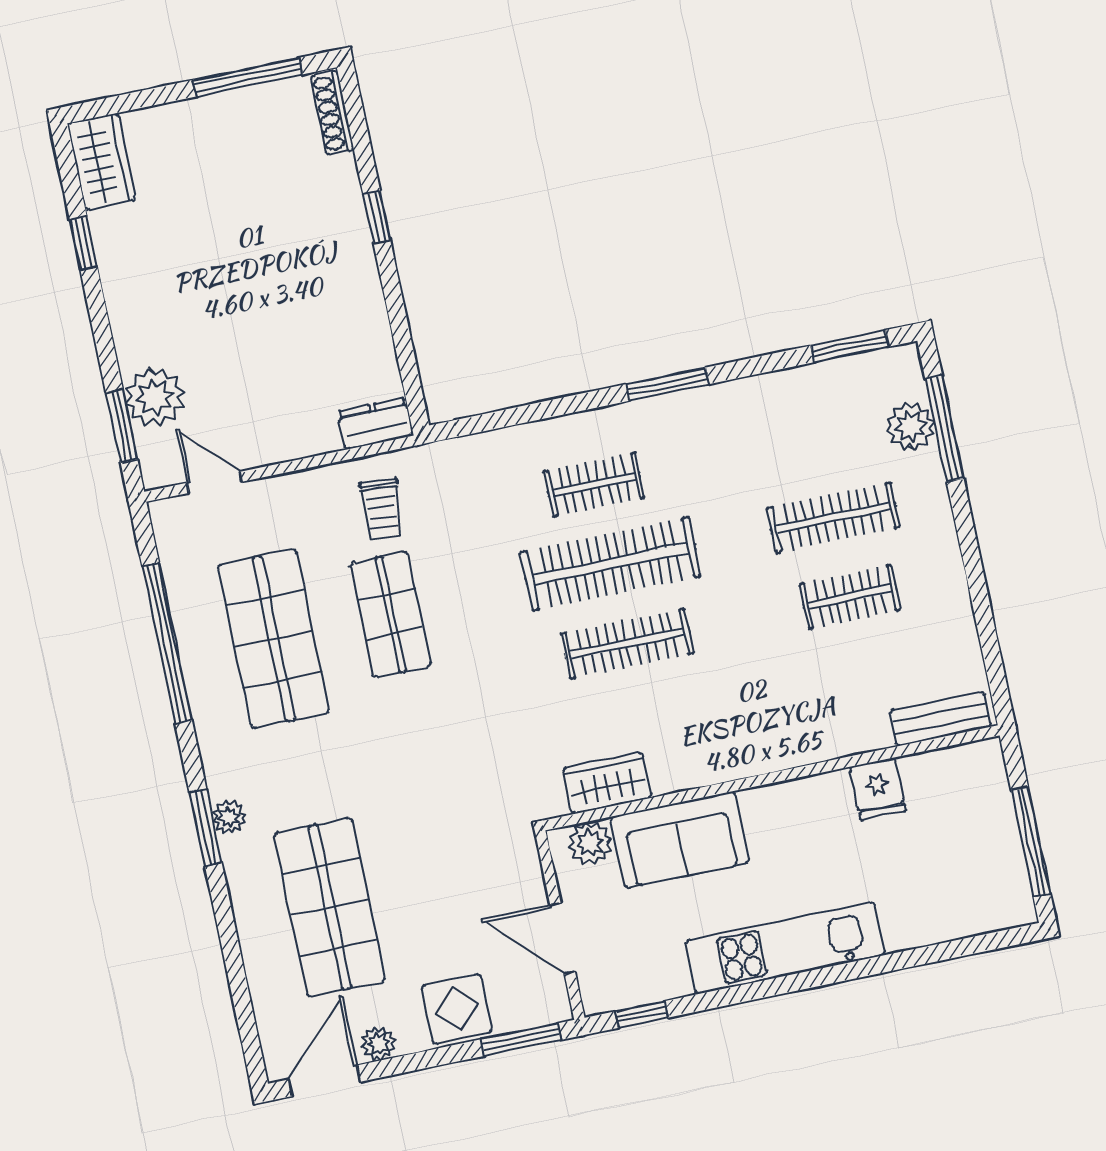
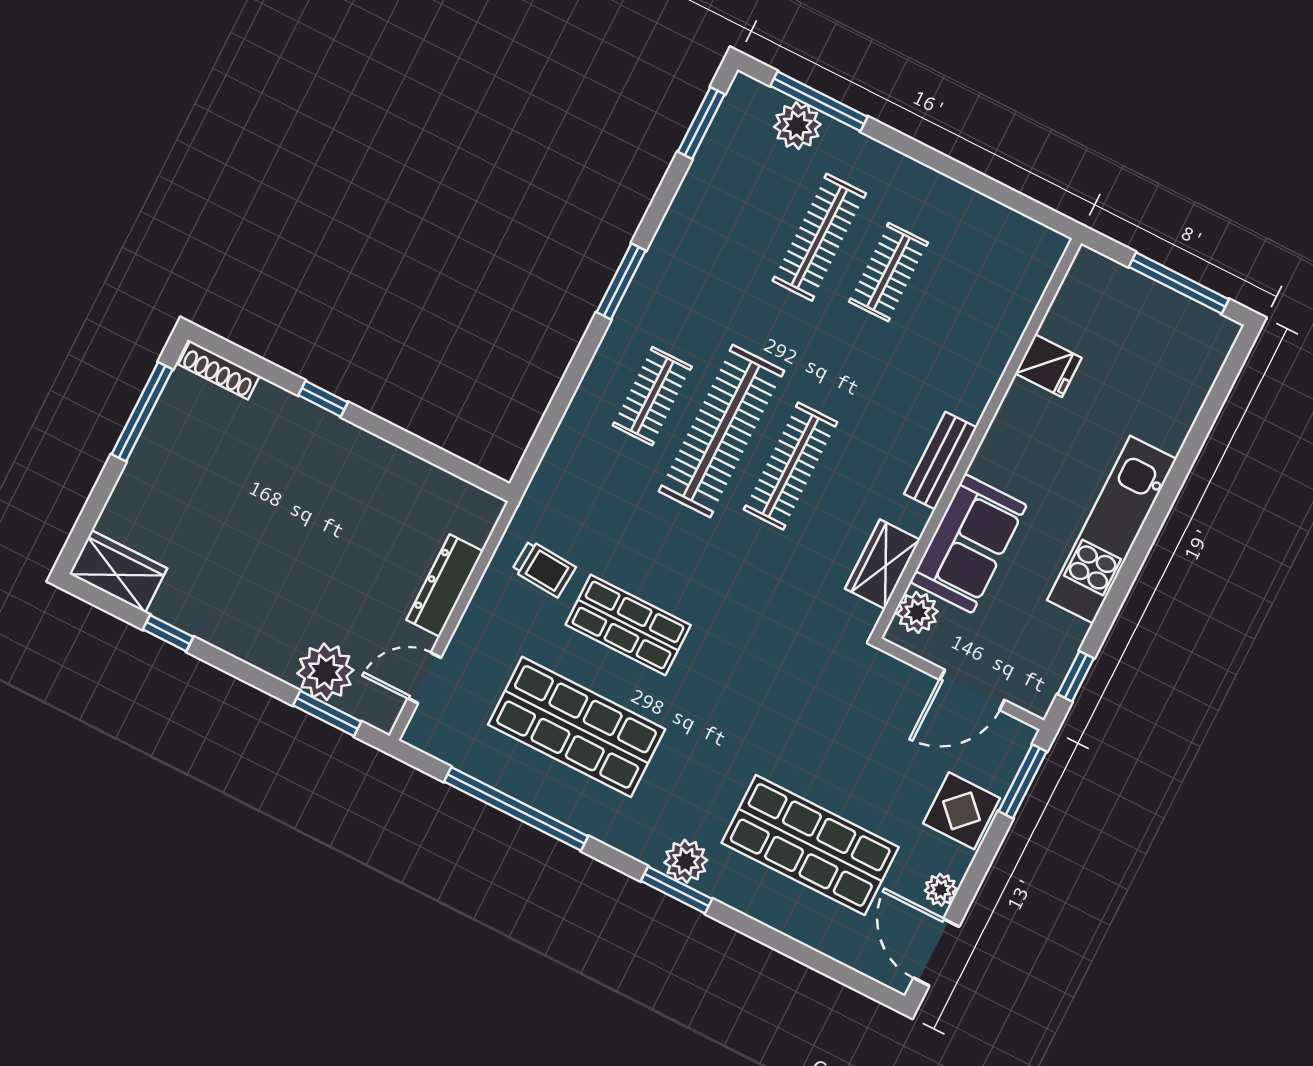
dresser: (375, 423) -> (445, 586), moved, width x1.44
bench: (940, 719) -> (940, 461), moved
plant: (229, 817) -> (686, 861), width x1.38, depth x1.38

